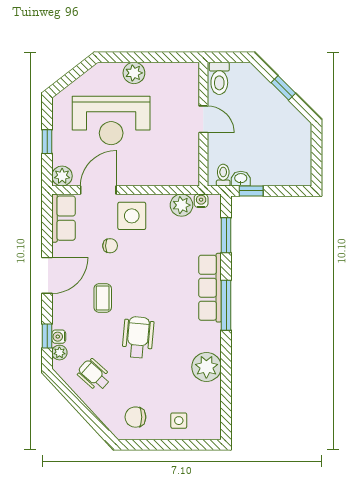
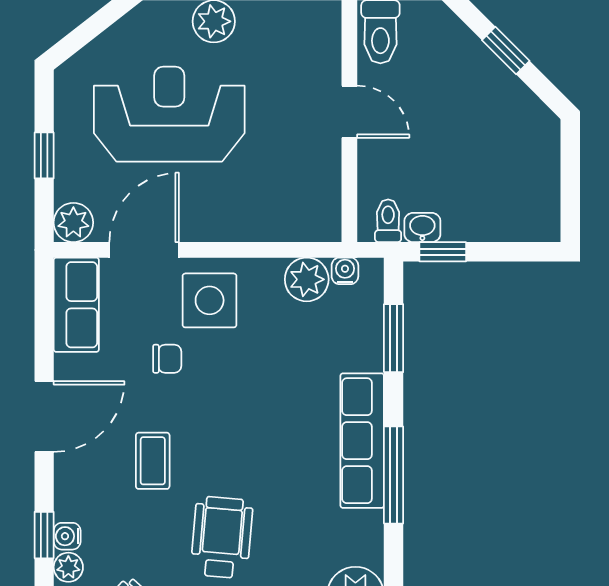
reception desk: (111, 121) -> (169, 114), turned 180

